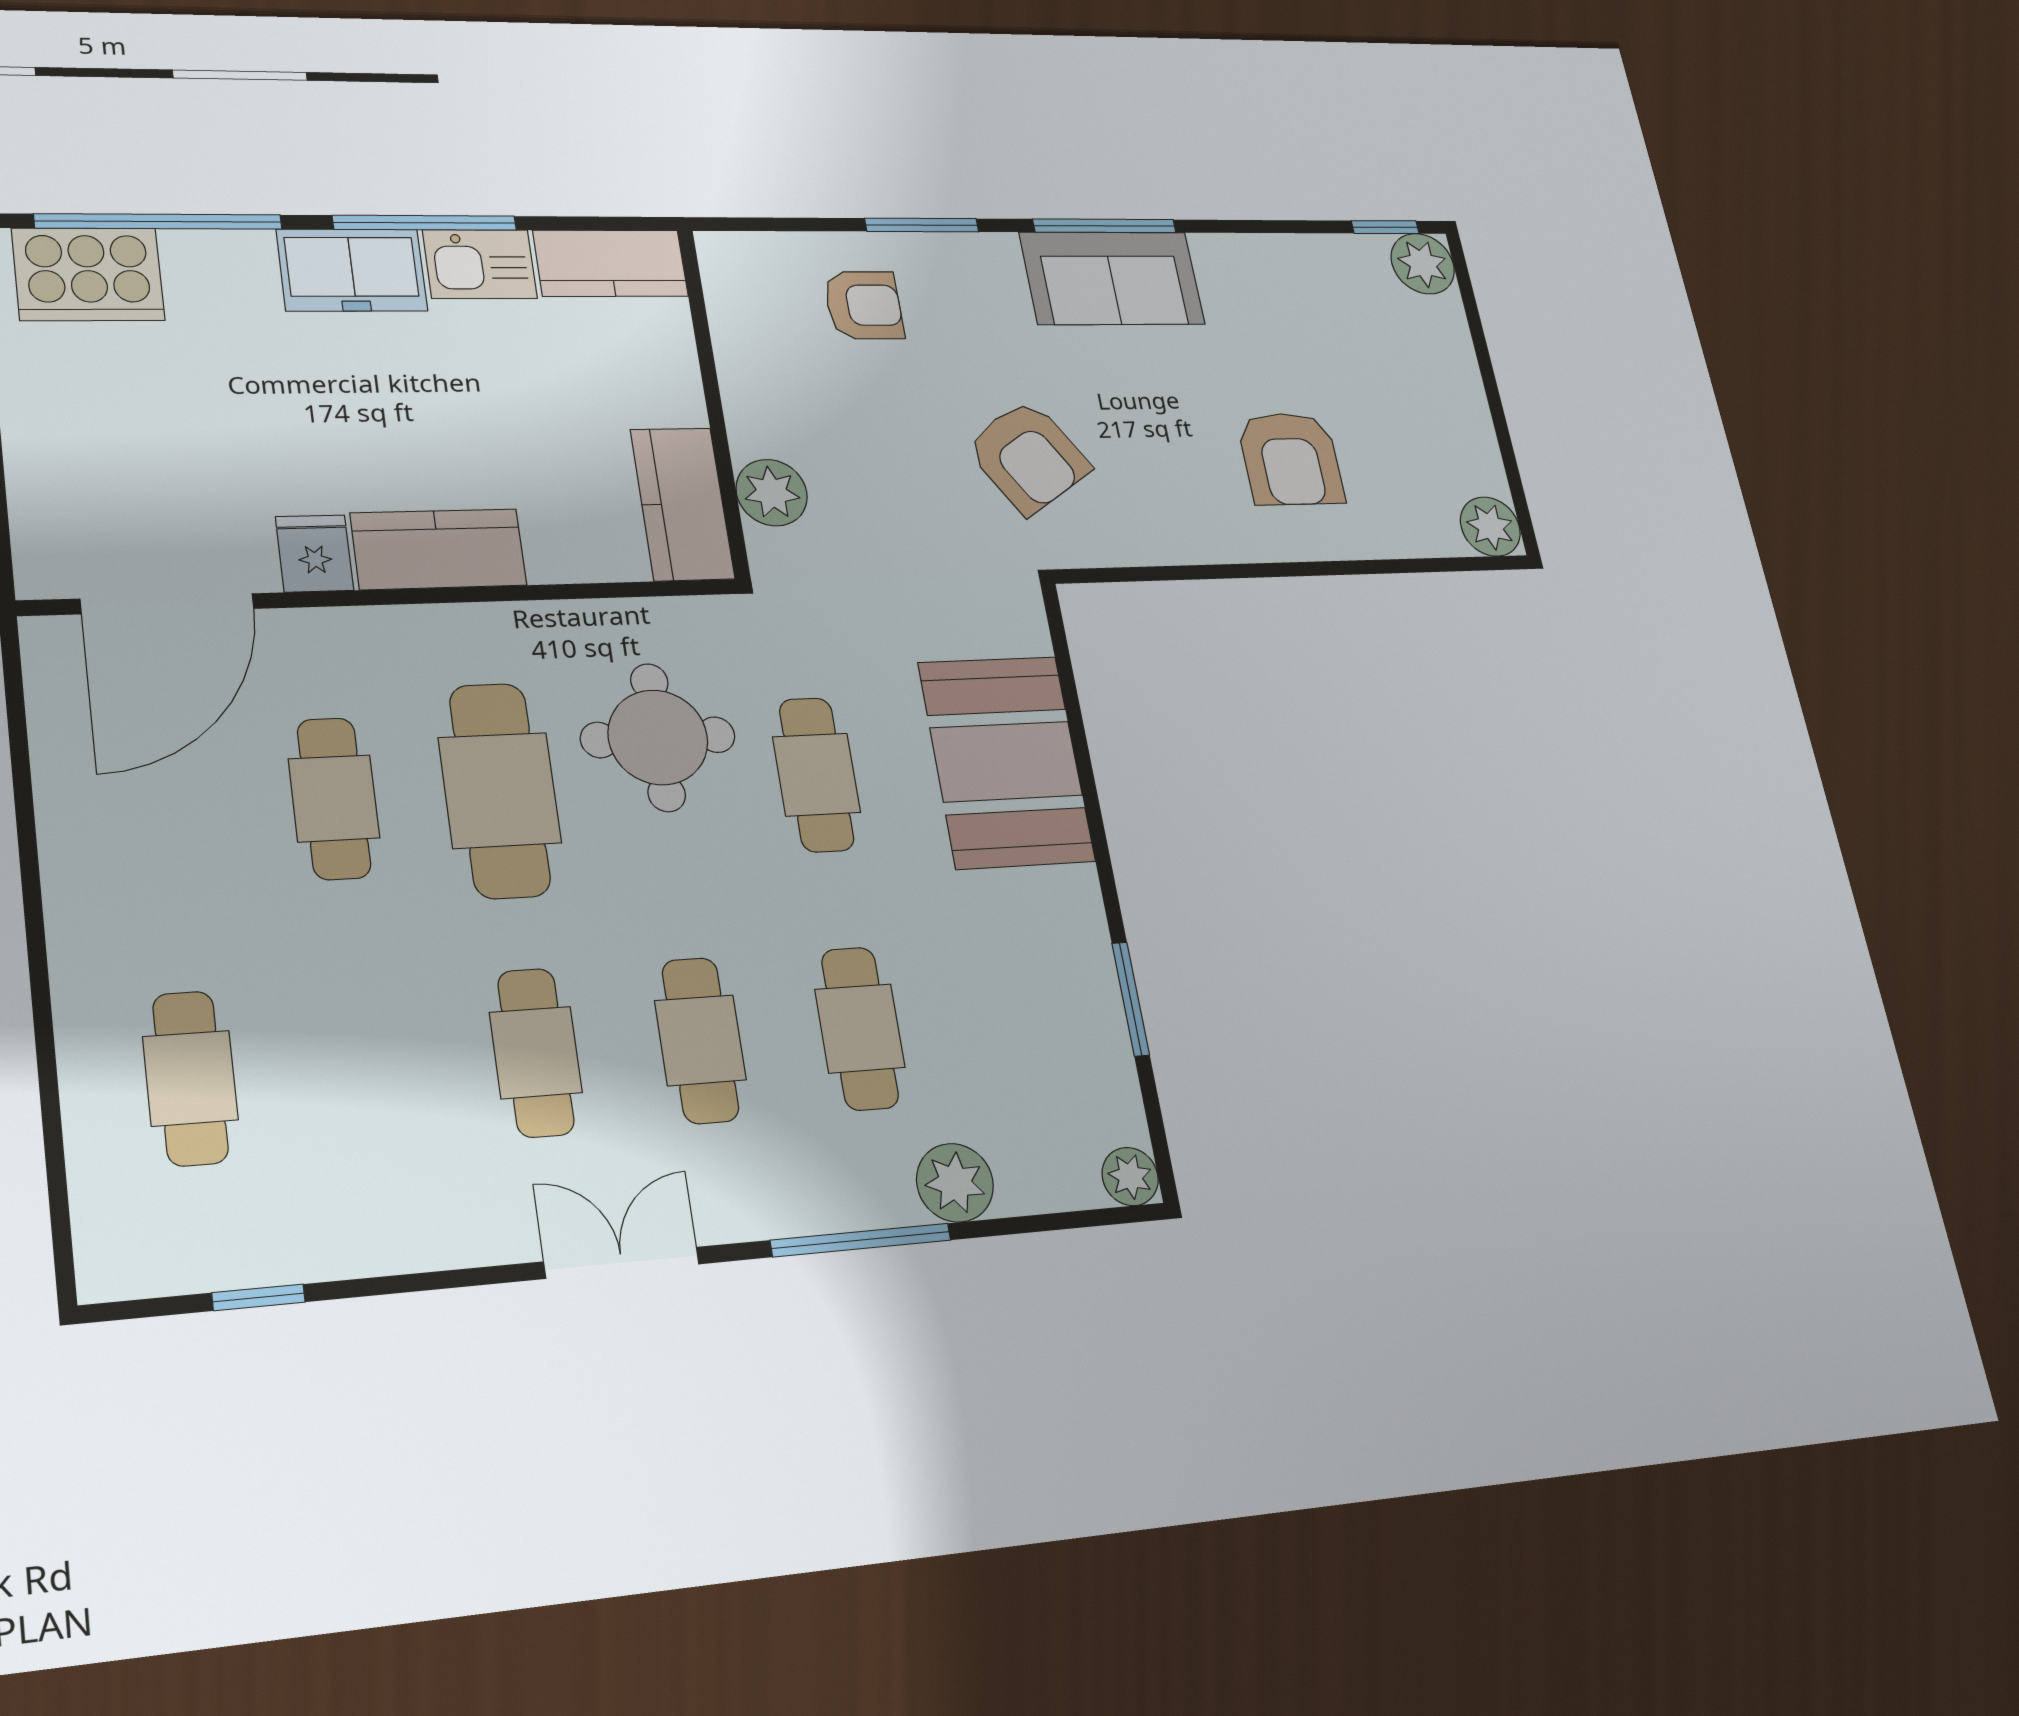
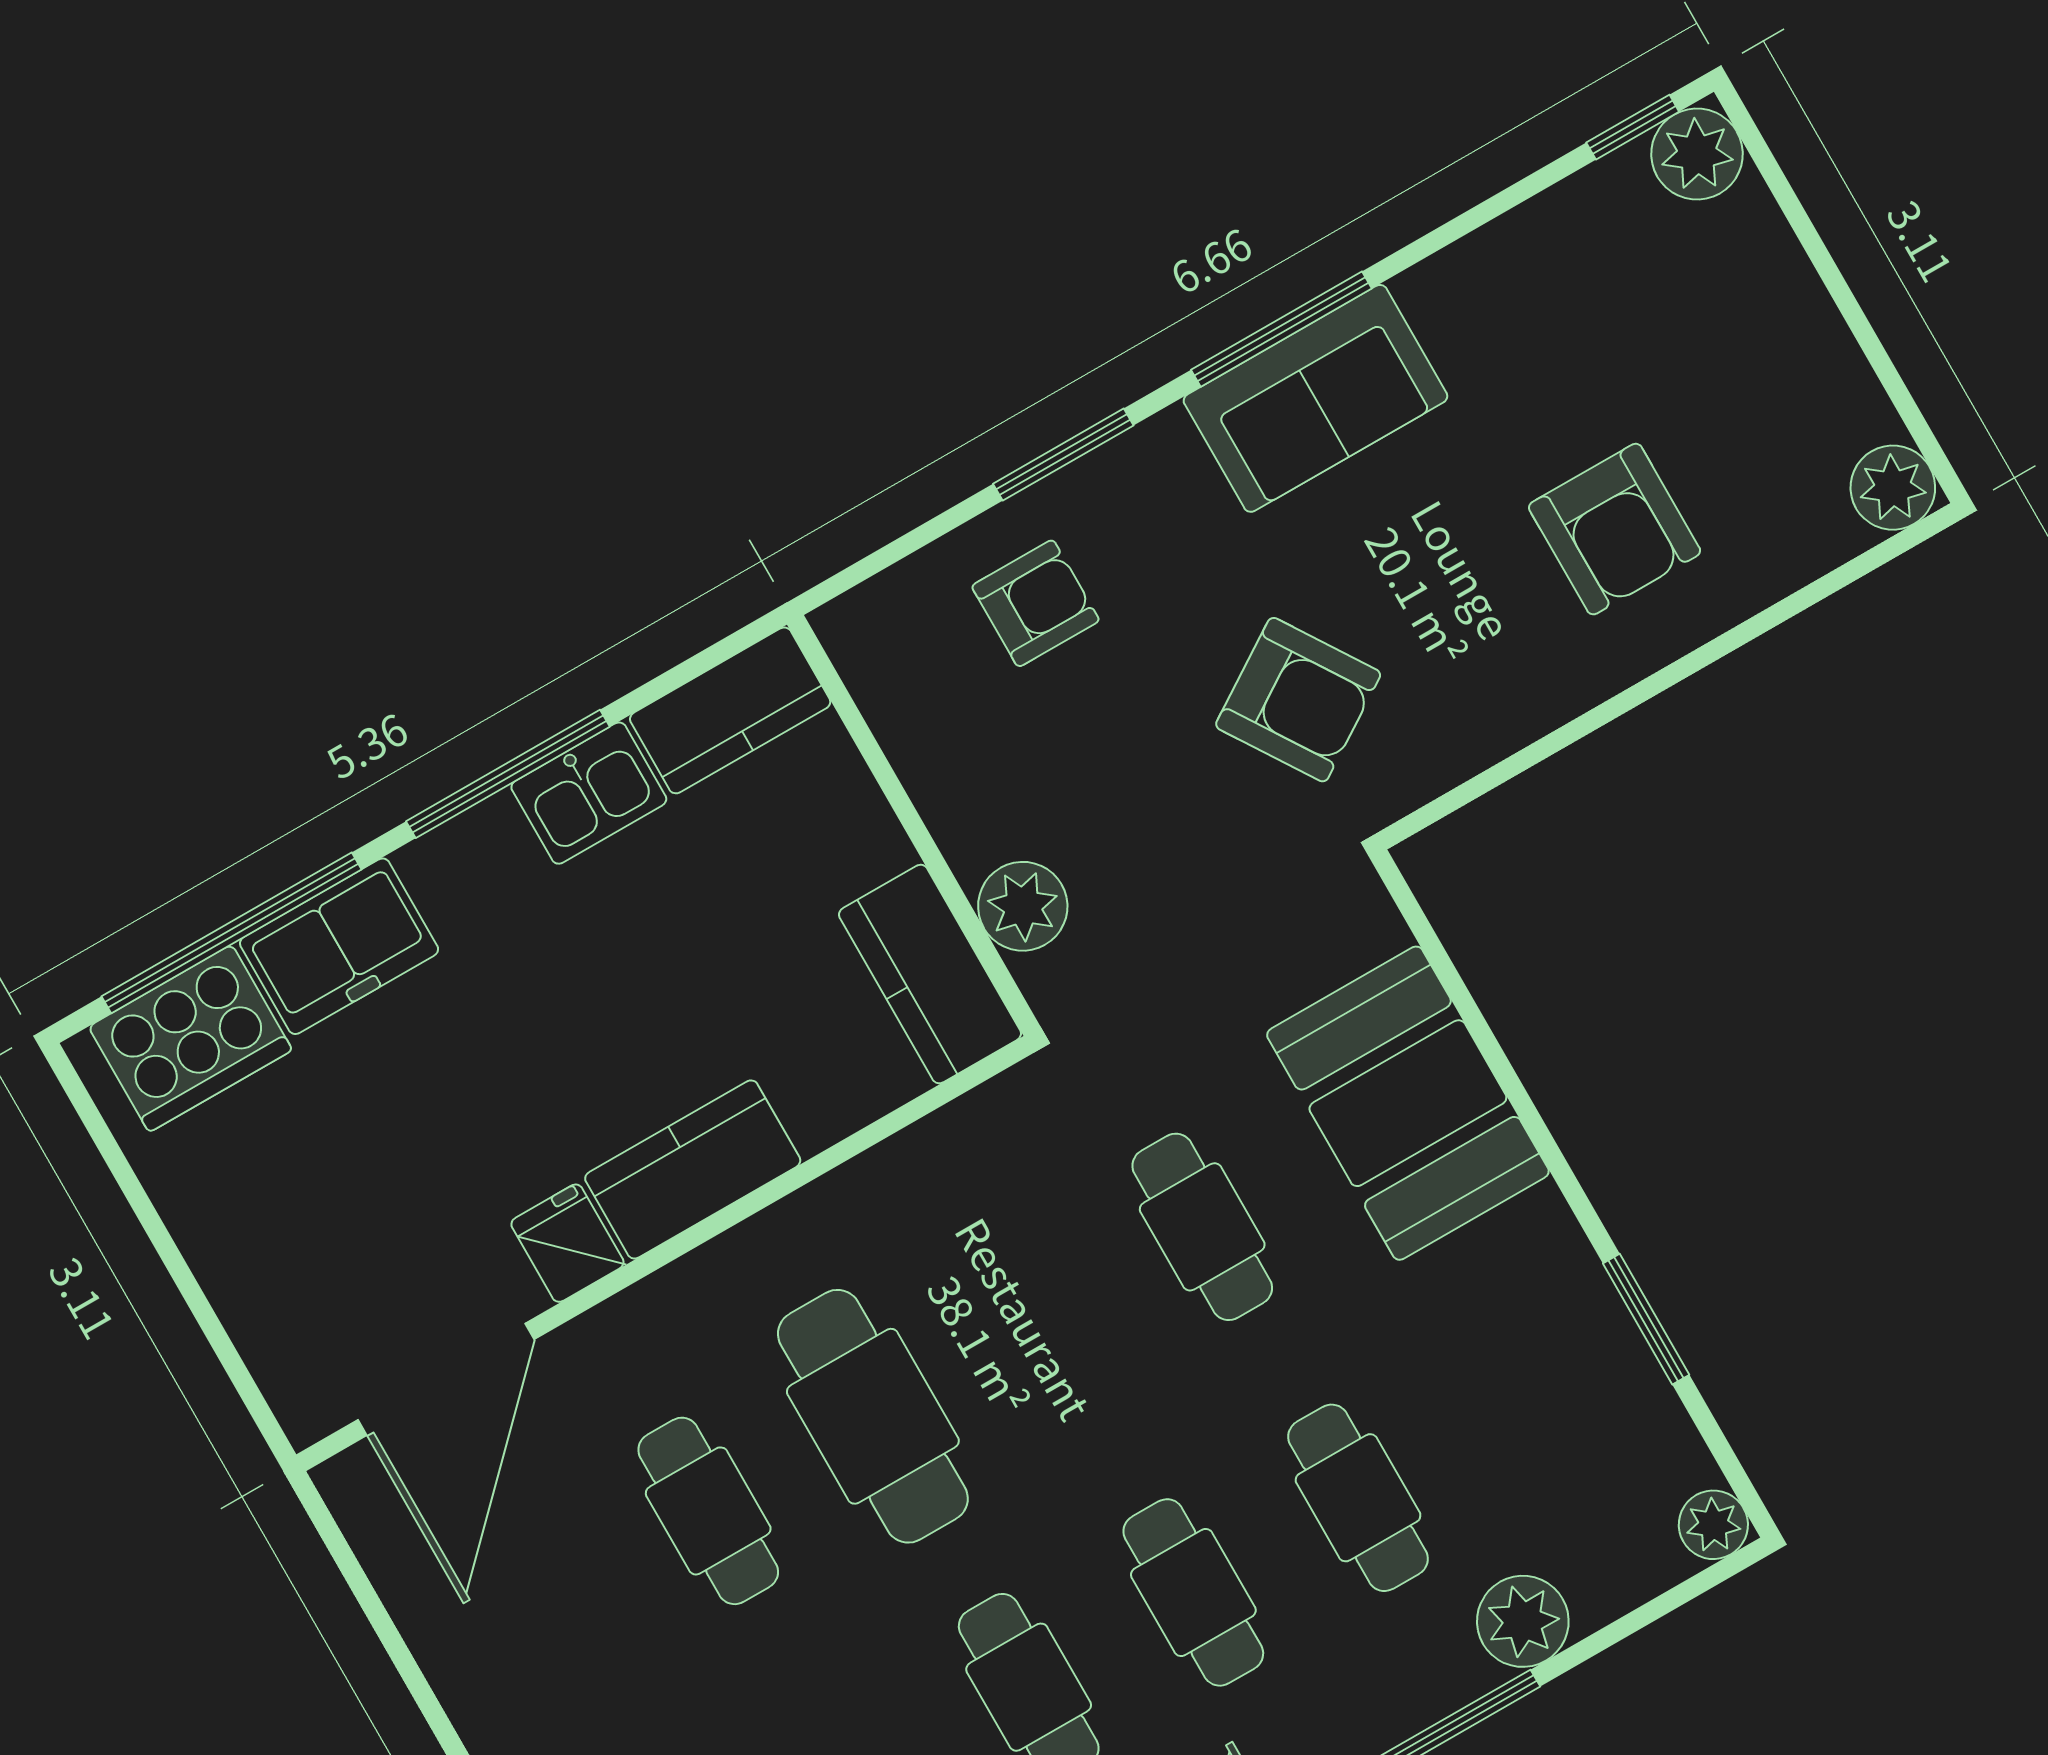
freezer: (352, 270) -> (339, 946), moved
round table: (658, 737) -> (1014, 1270), removed

